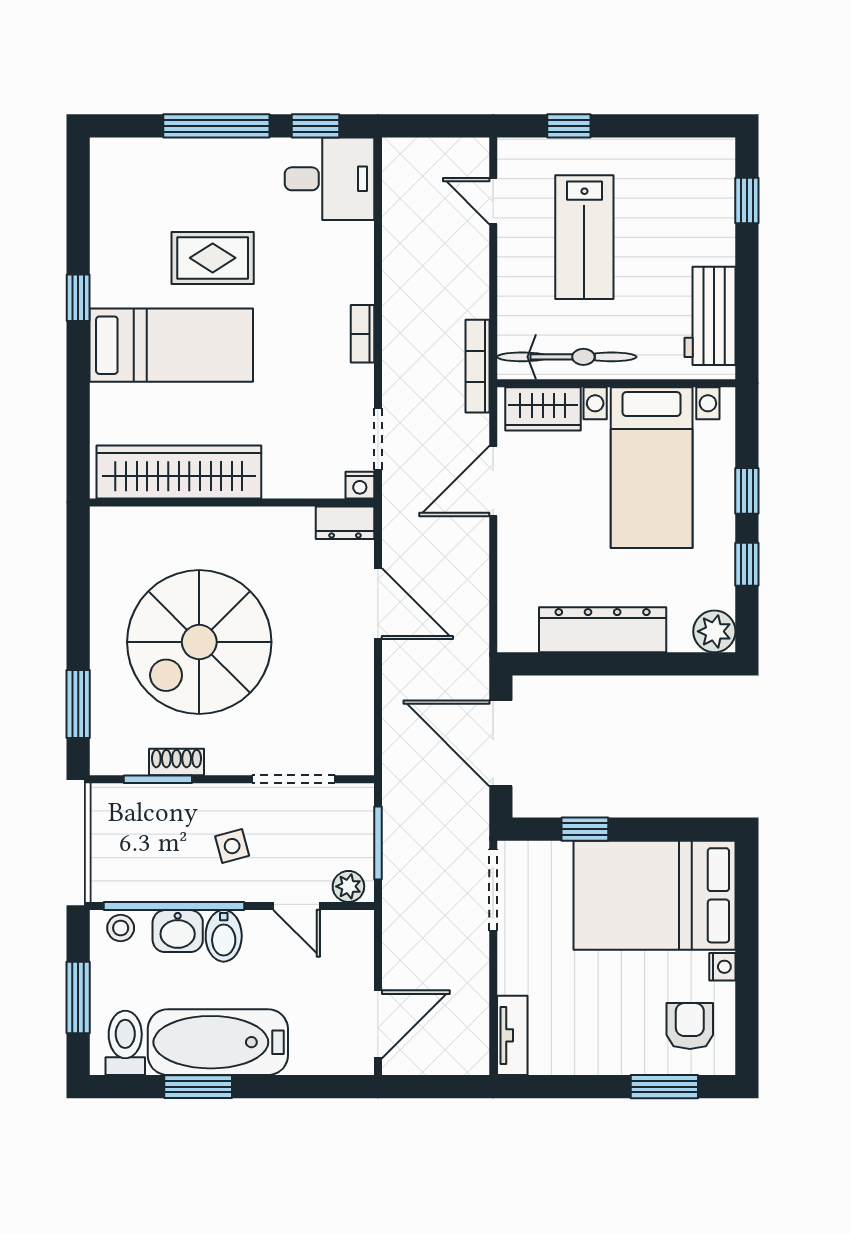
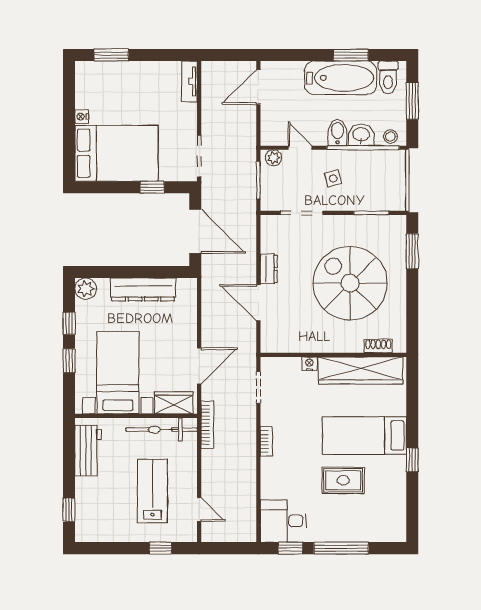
nightstand: (360, 485) -> (309, 364), moved
dresser: (345, 523) -> (269, 269), moved, turned 90
spiral stairs: (199, 642) -> (350, 283), turned -90
shoe rack: (176, 762) -> (378, 346), moved, turned 180
armchair: (690, 1026) -> (98, 86), removed

